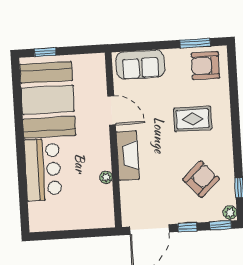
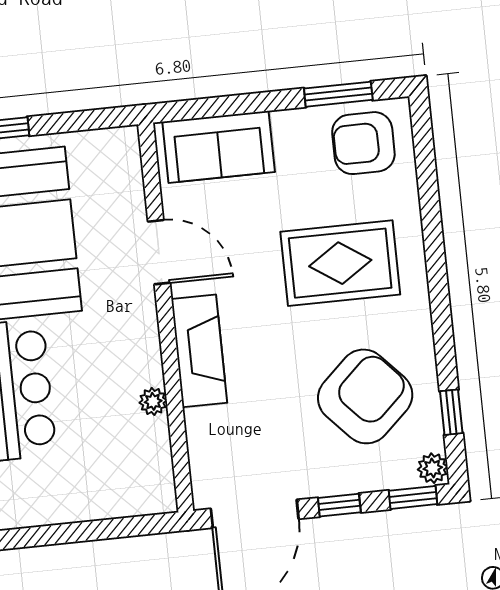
rug: (193, 119) -> (340, 263), width x1.36, depth x1.43
armchair: (201, 179) -> (365, 396), width x1.36, depth x1.36

